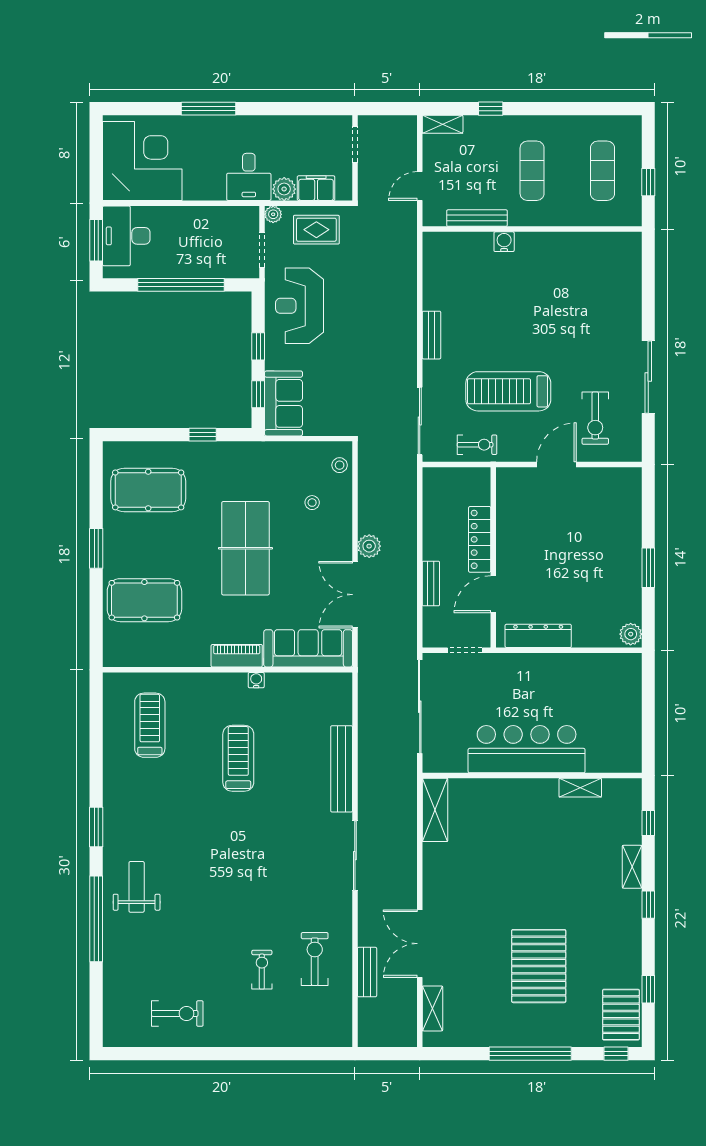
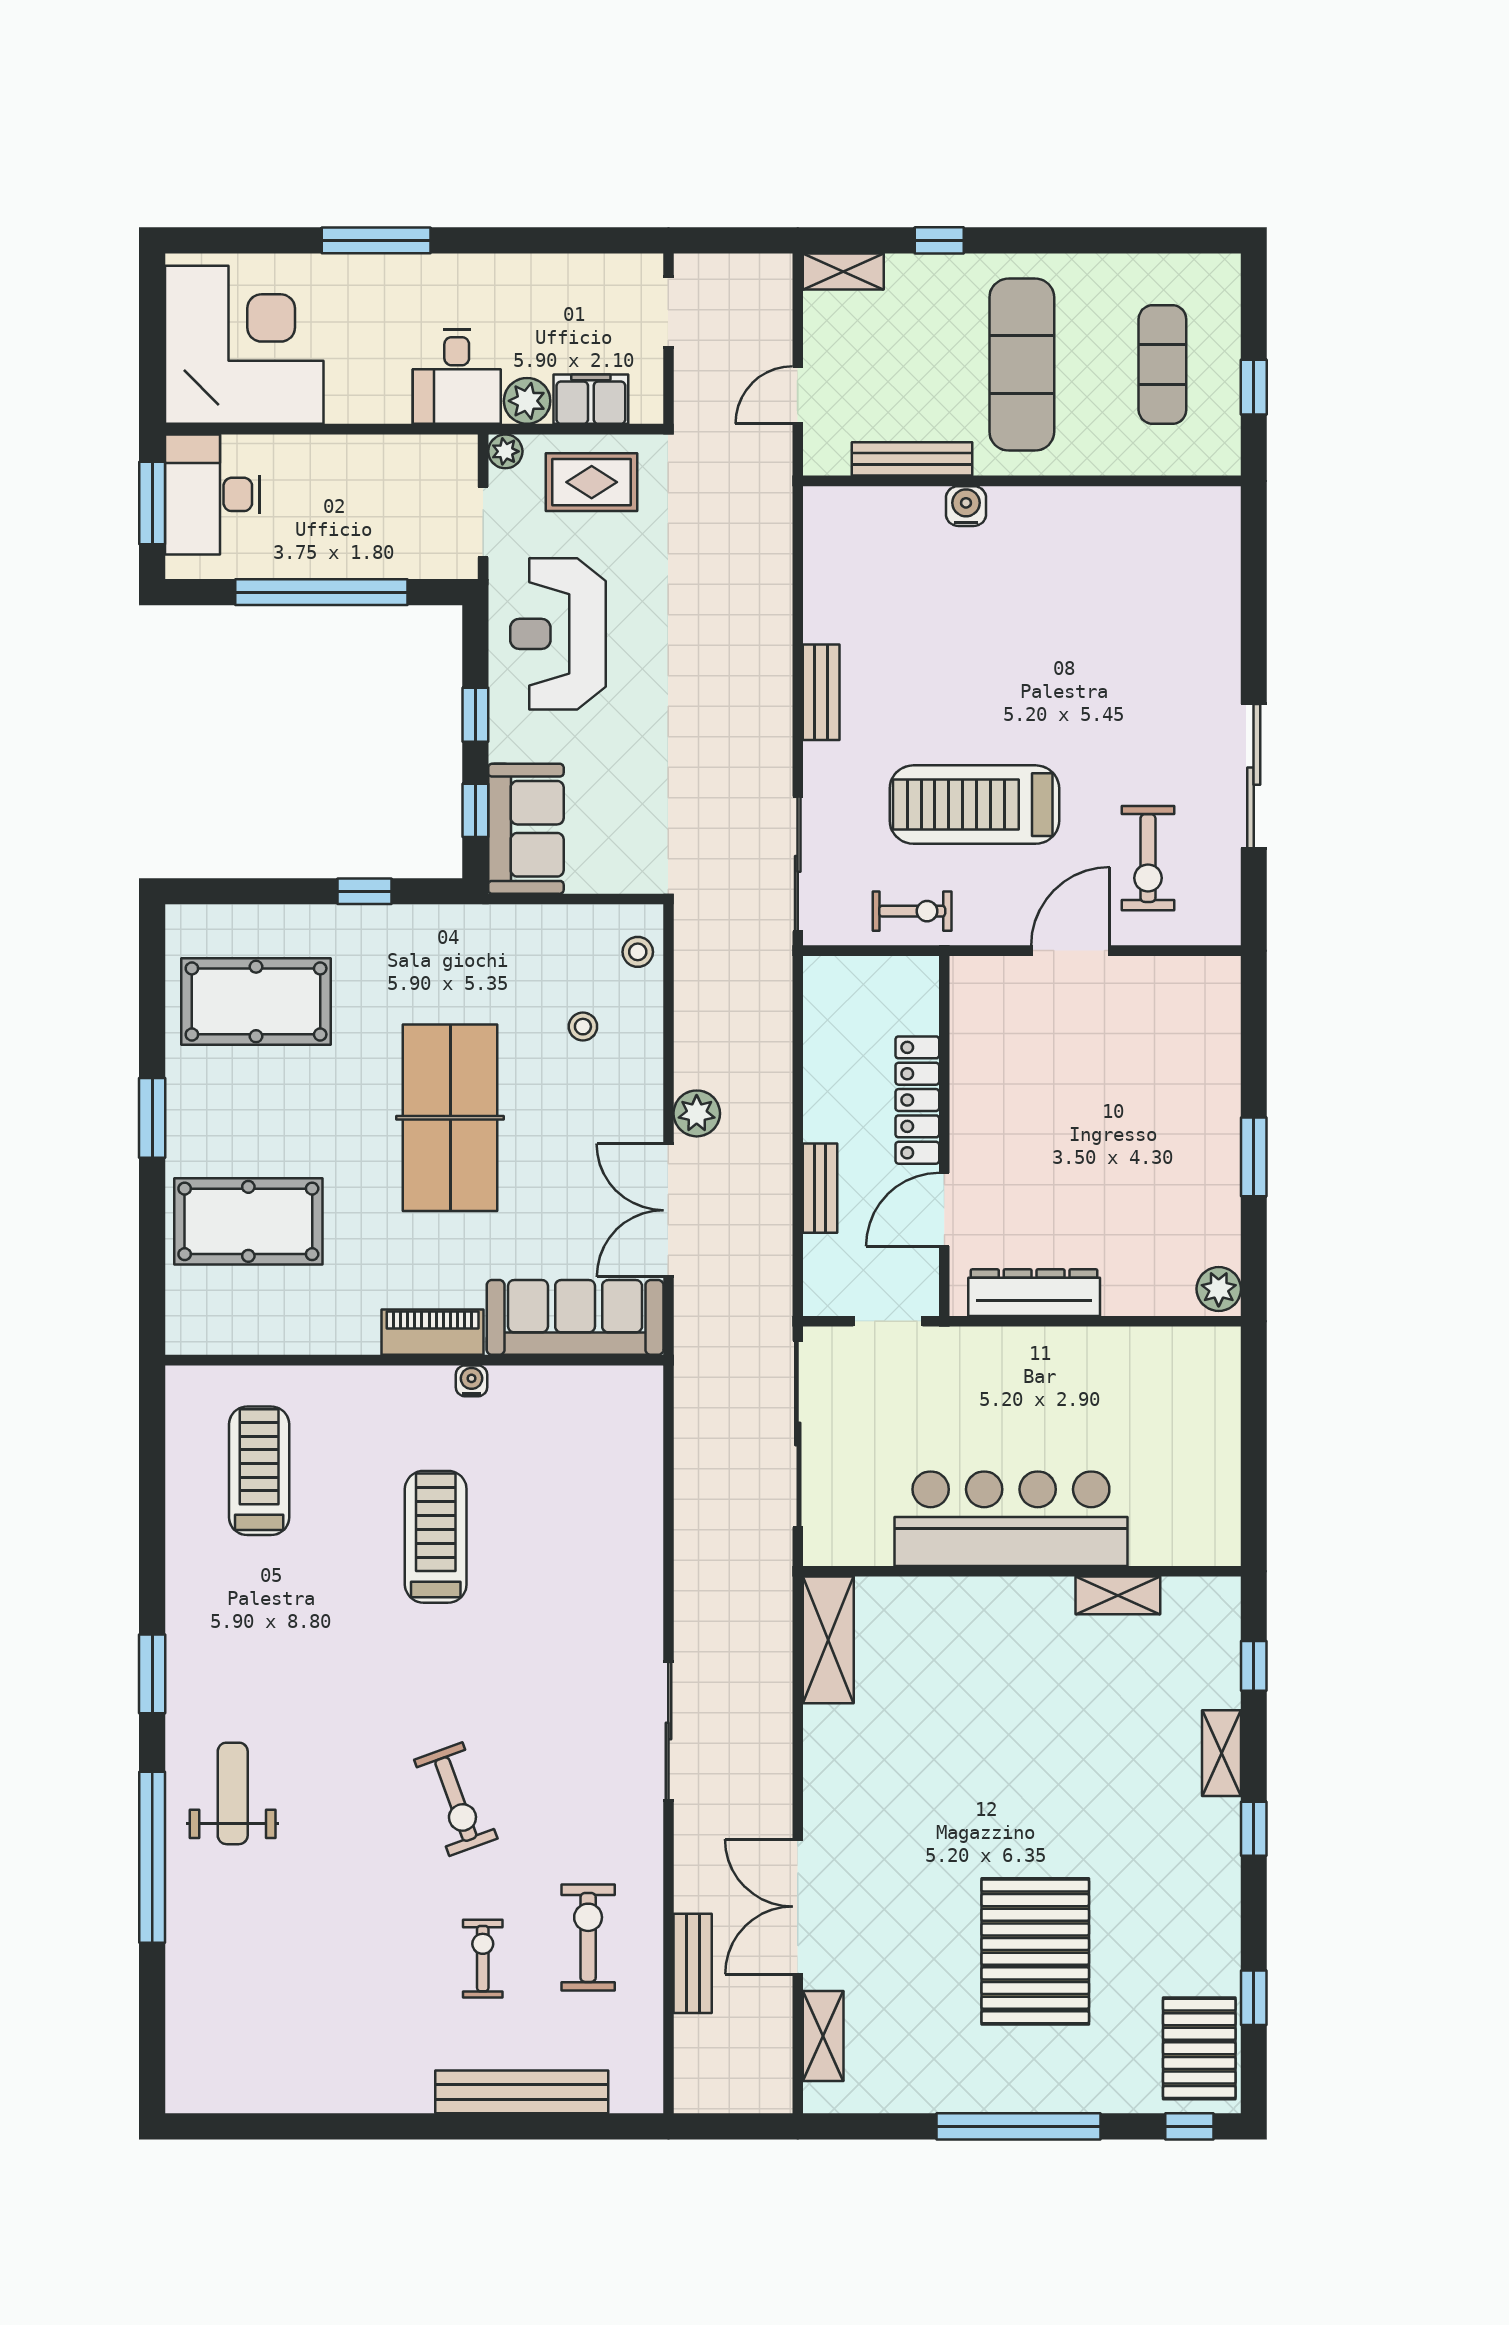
exercise mat: (532, 171) -> (1022, 365), width x1.36, depth x1.45
bench: (342, 769) -> (522, 2092), moved, turned 90
exercise bike: (177, 1013) -> (456, 1799), moved, turned 70

